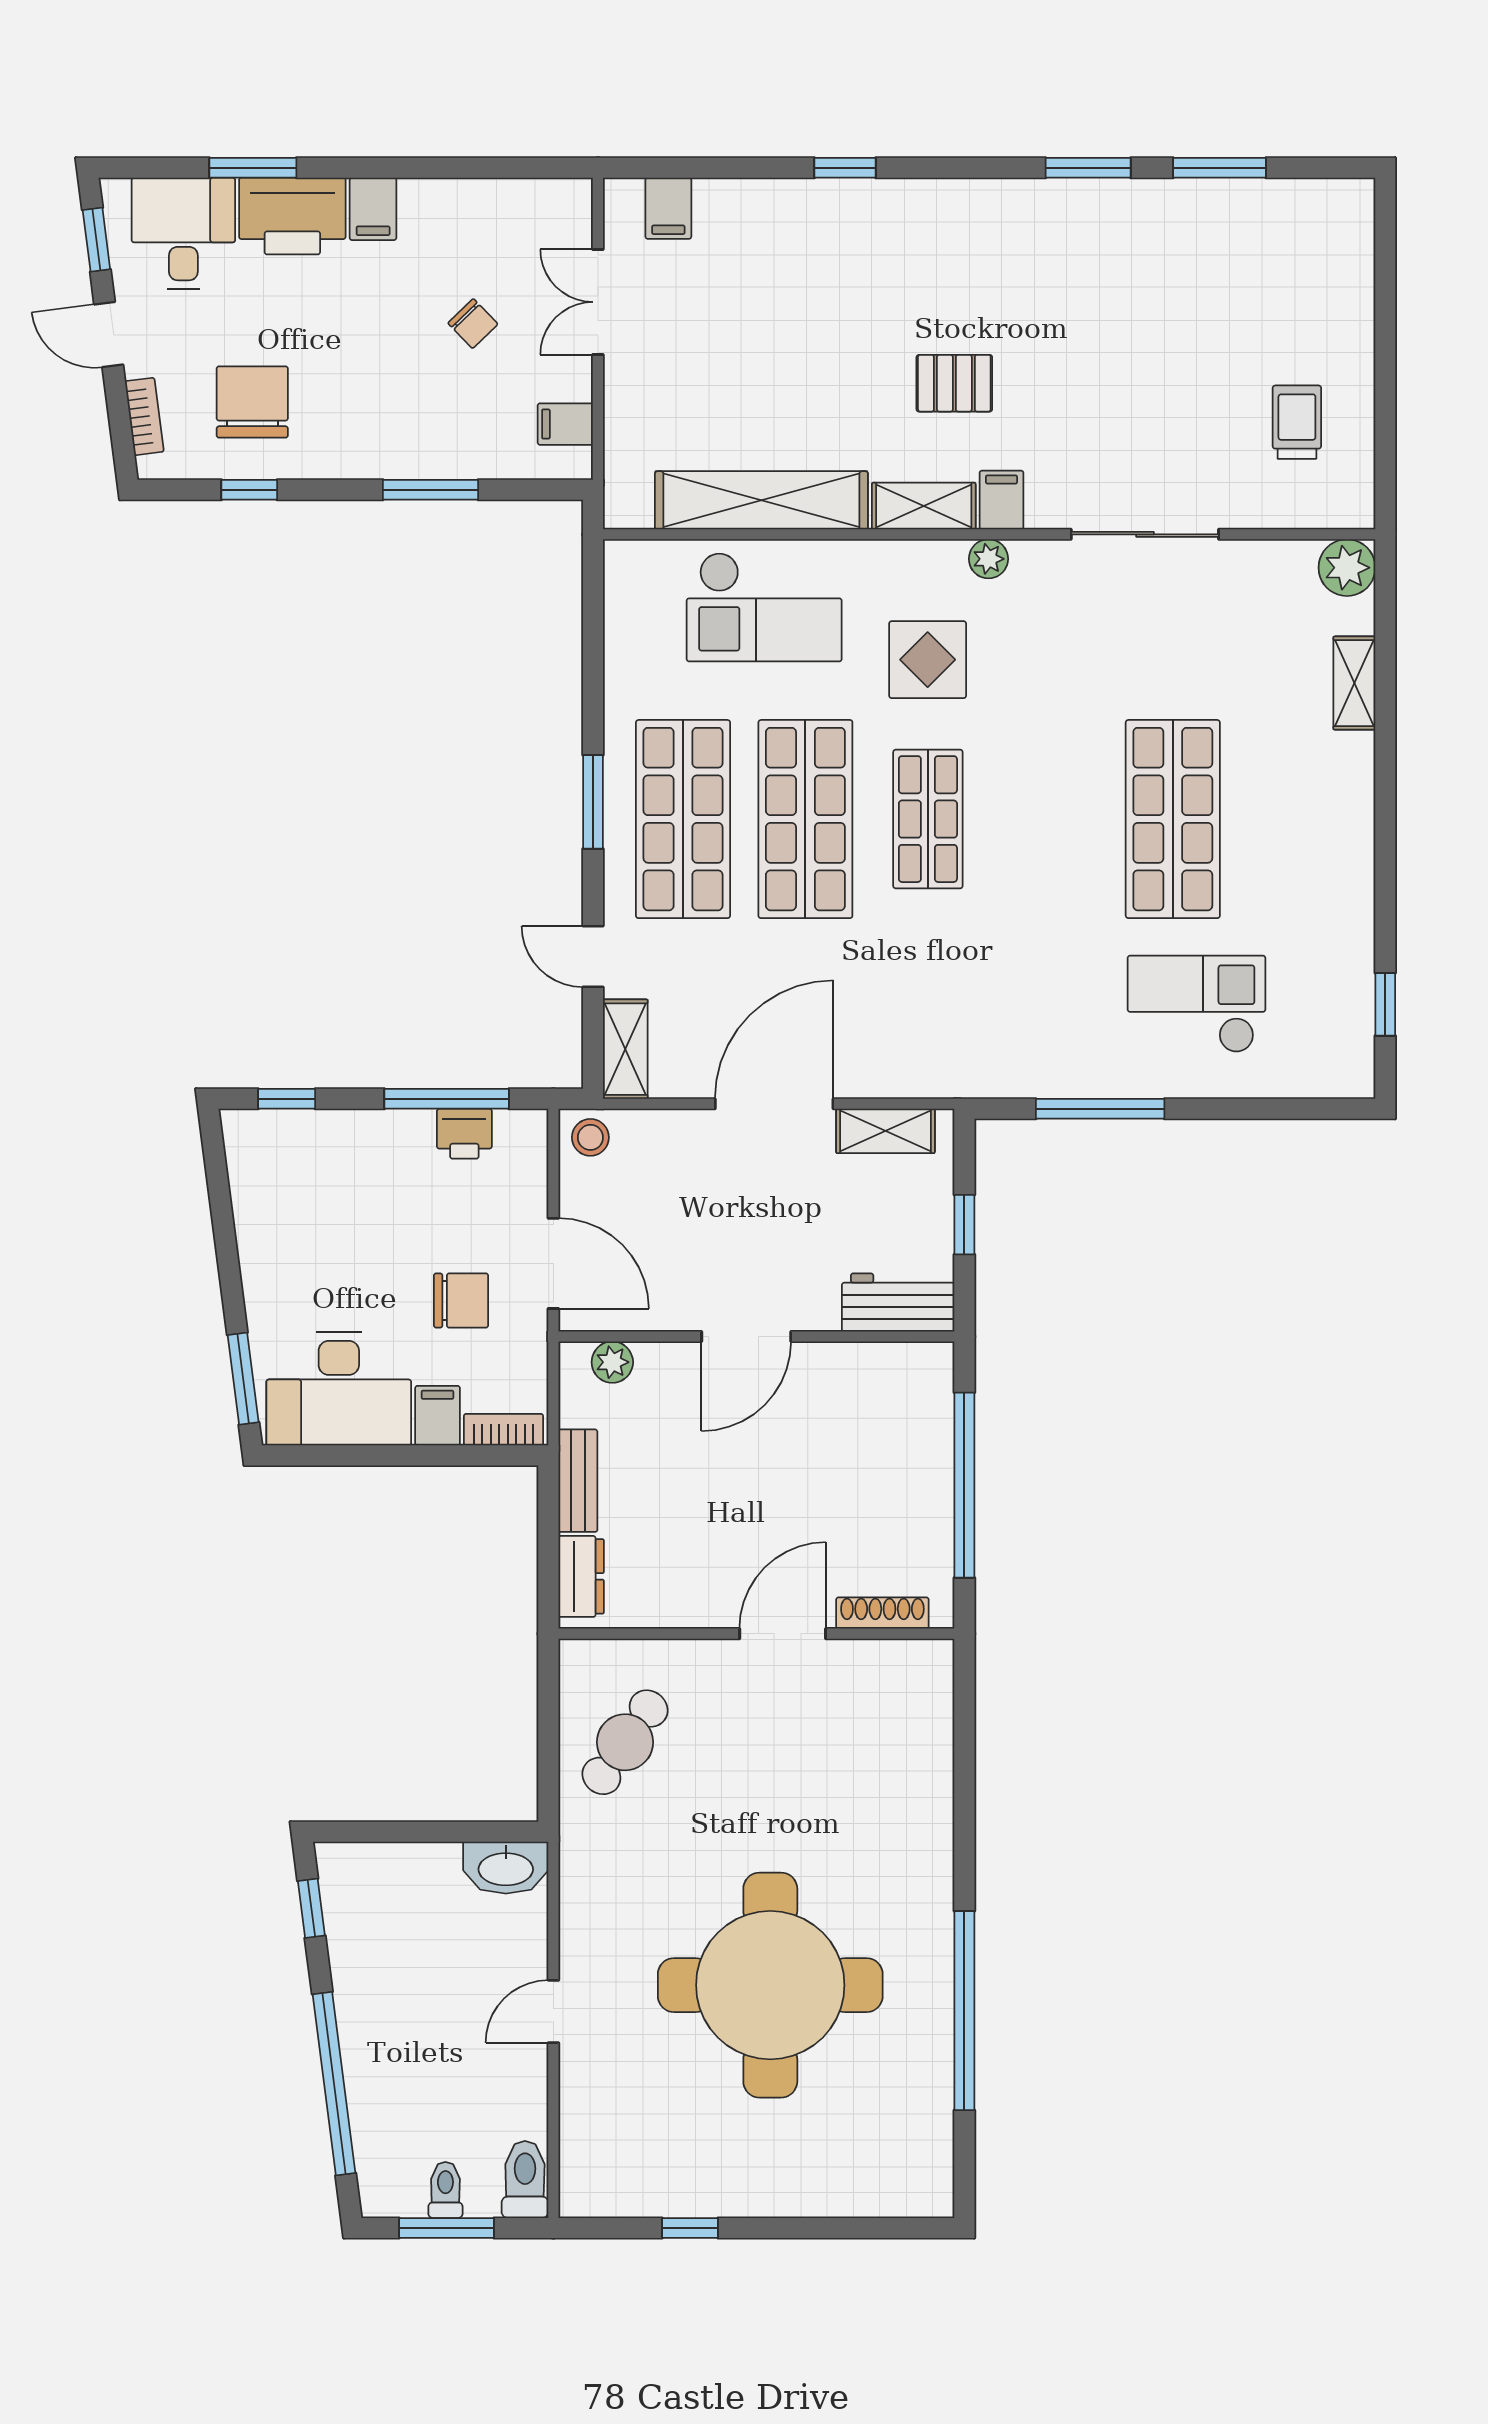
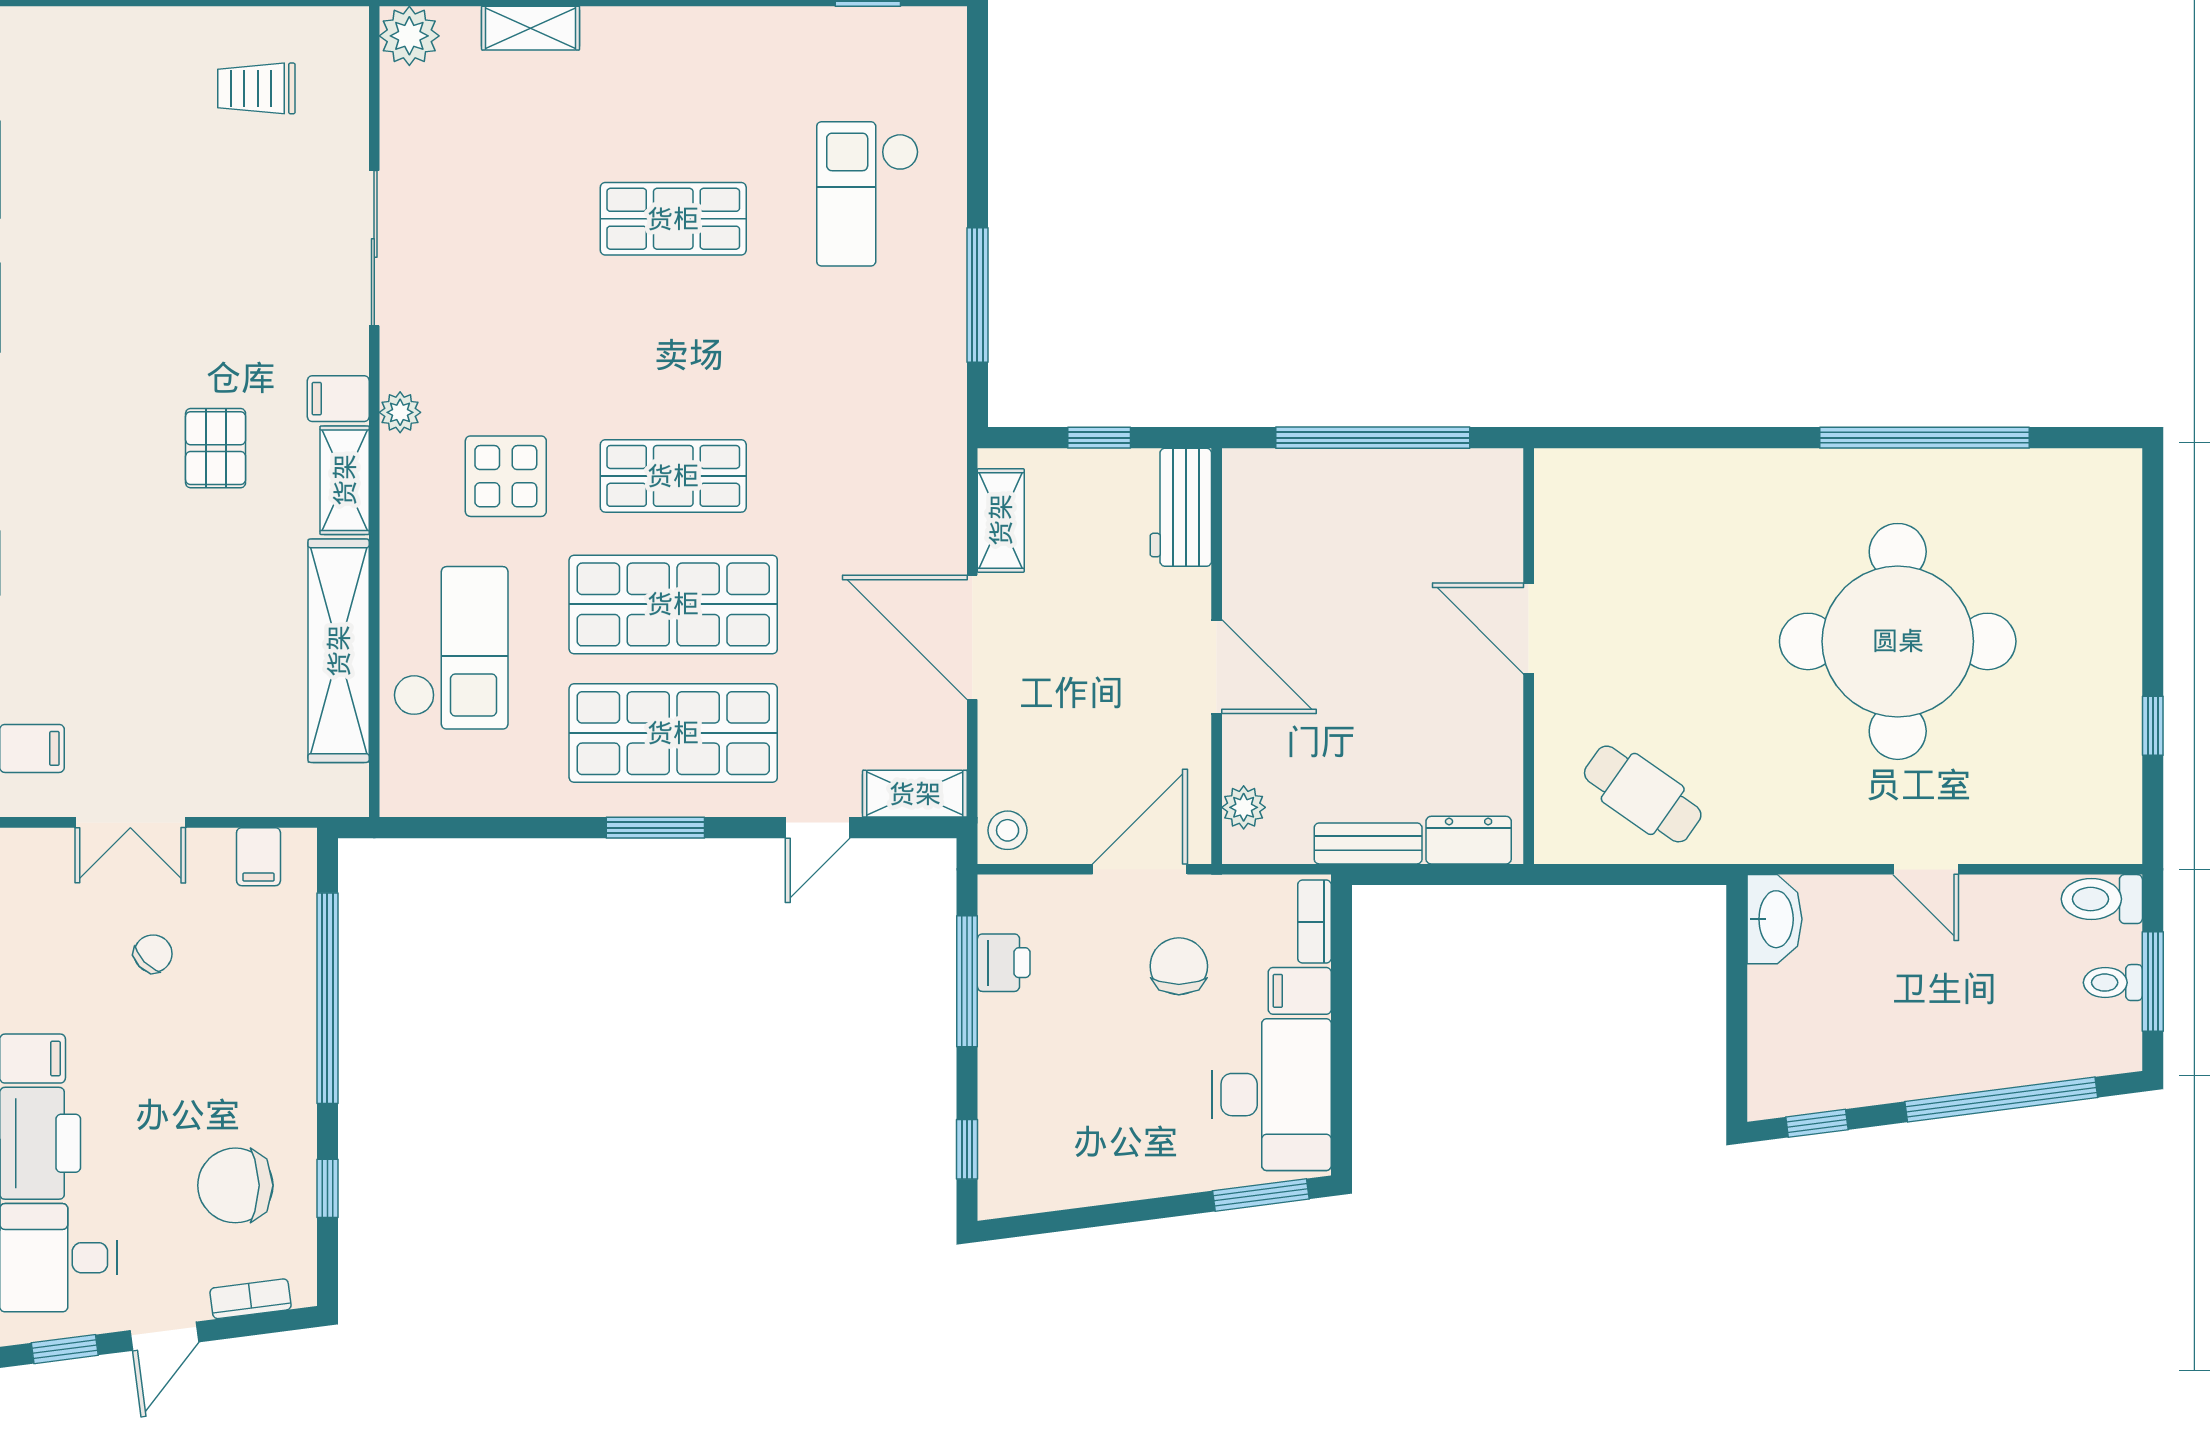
window: (430, 490) -> (327, 998), width x2.11
shop shelf: (1173, 819) -> (673, 219), width x0.70, depth x0.74
shoe rack: (882, 1613) -> (1507, 524), removed

